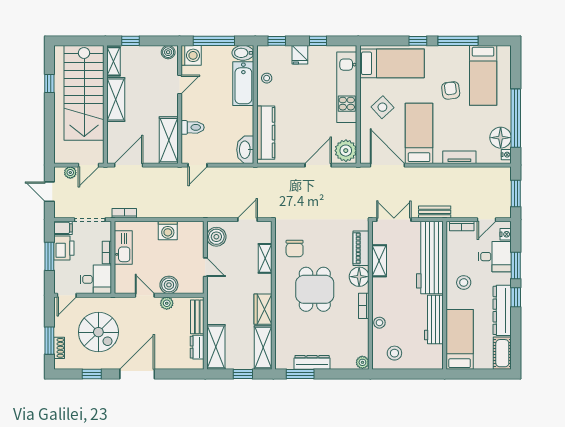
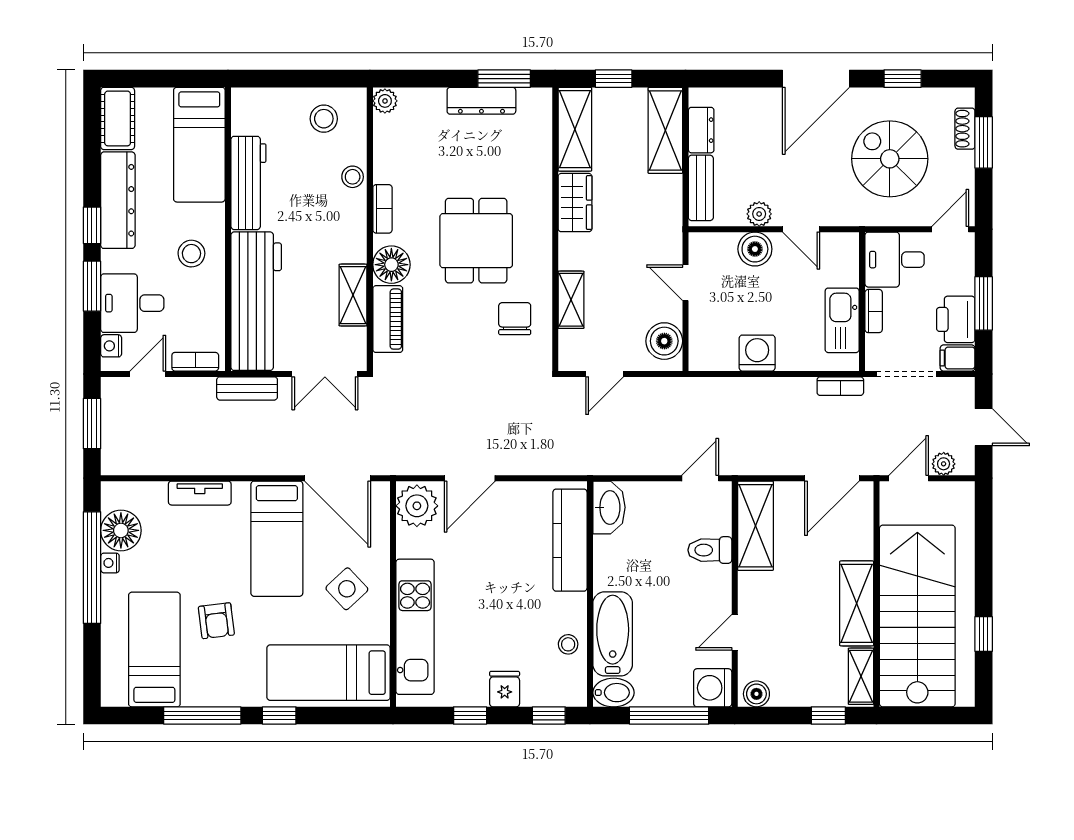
nightstand: (506, 155) -> (110, 563), moved

